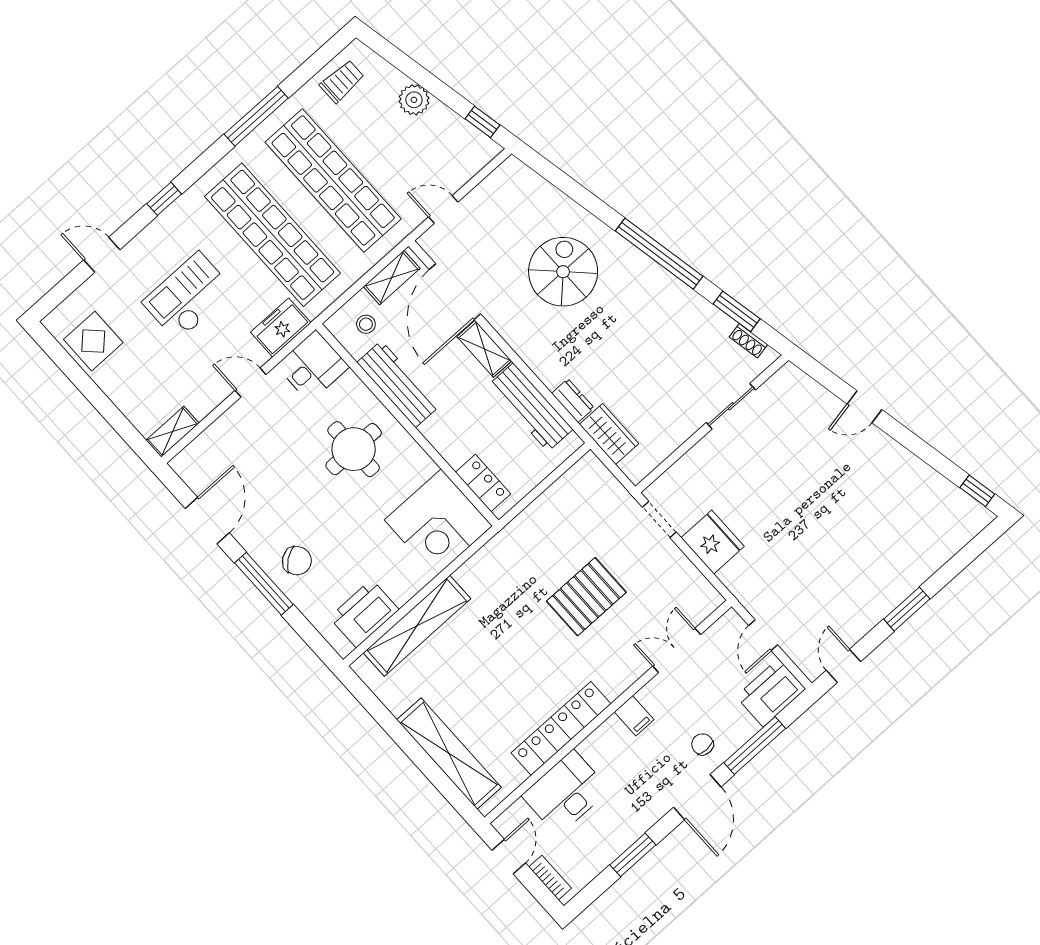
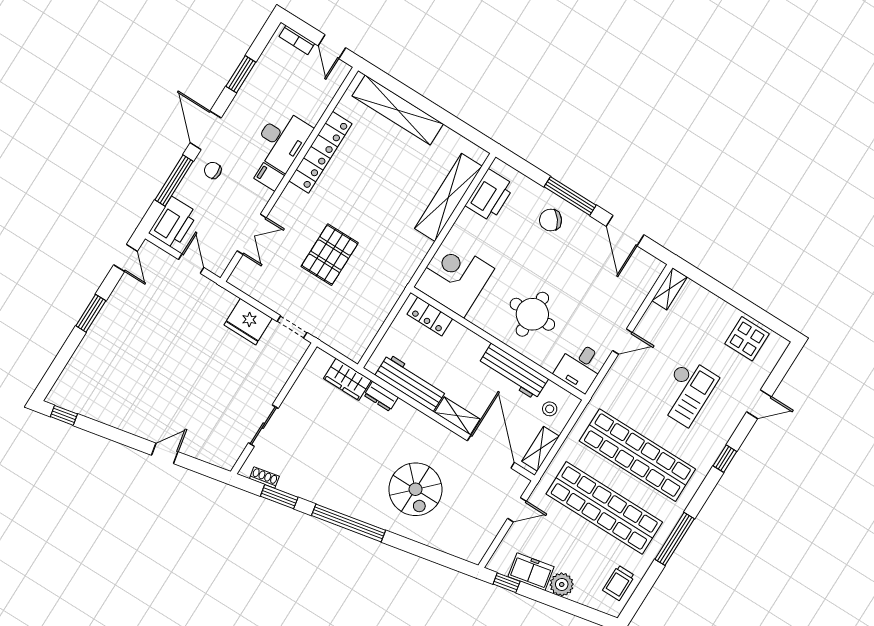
freezer: (281, 327) -> (531, 572), moved, turned -101
chair: (703, 744) -> (213, 170), turned 180
desk: (565, 793) -> (282, 140), moved

